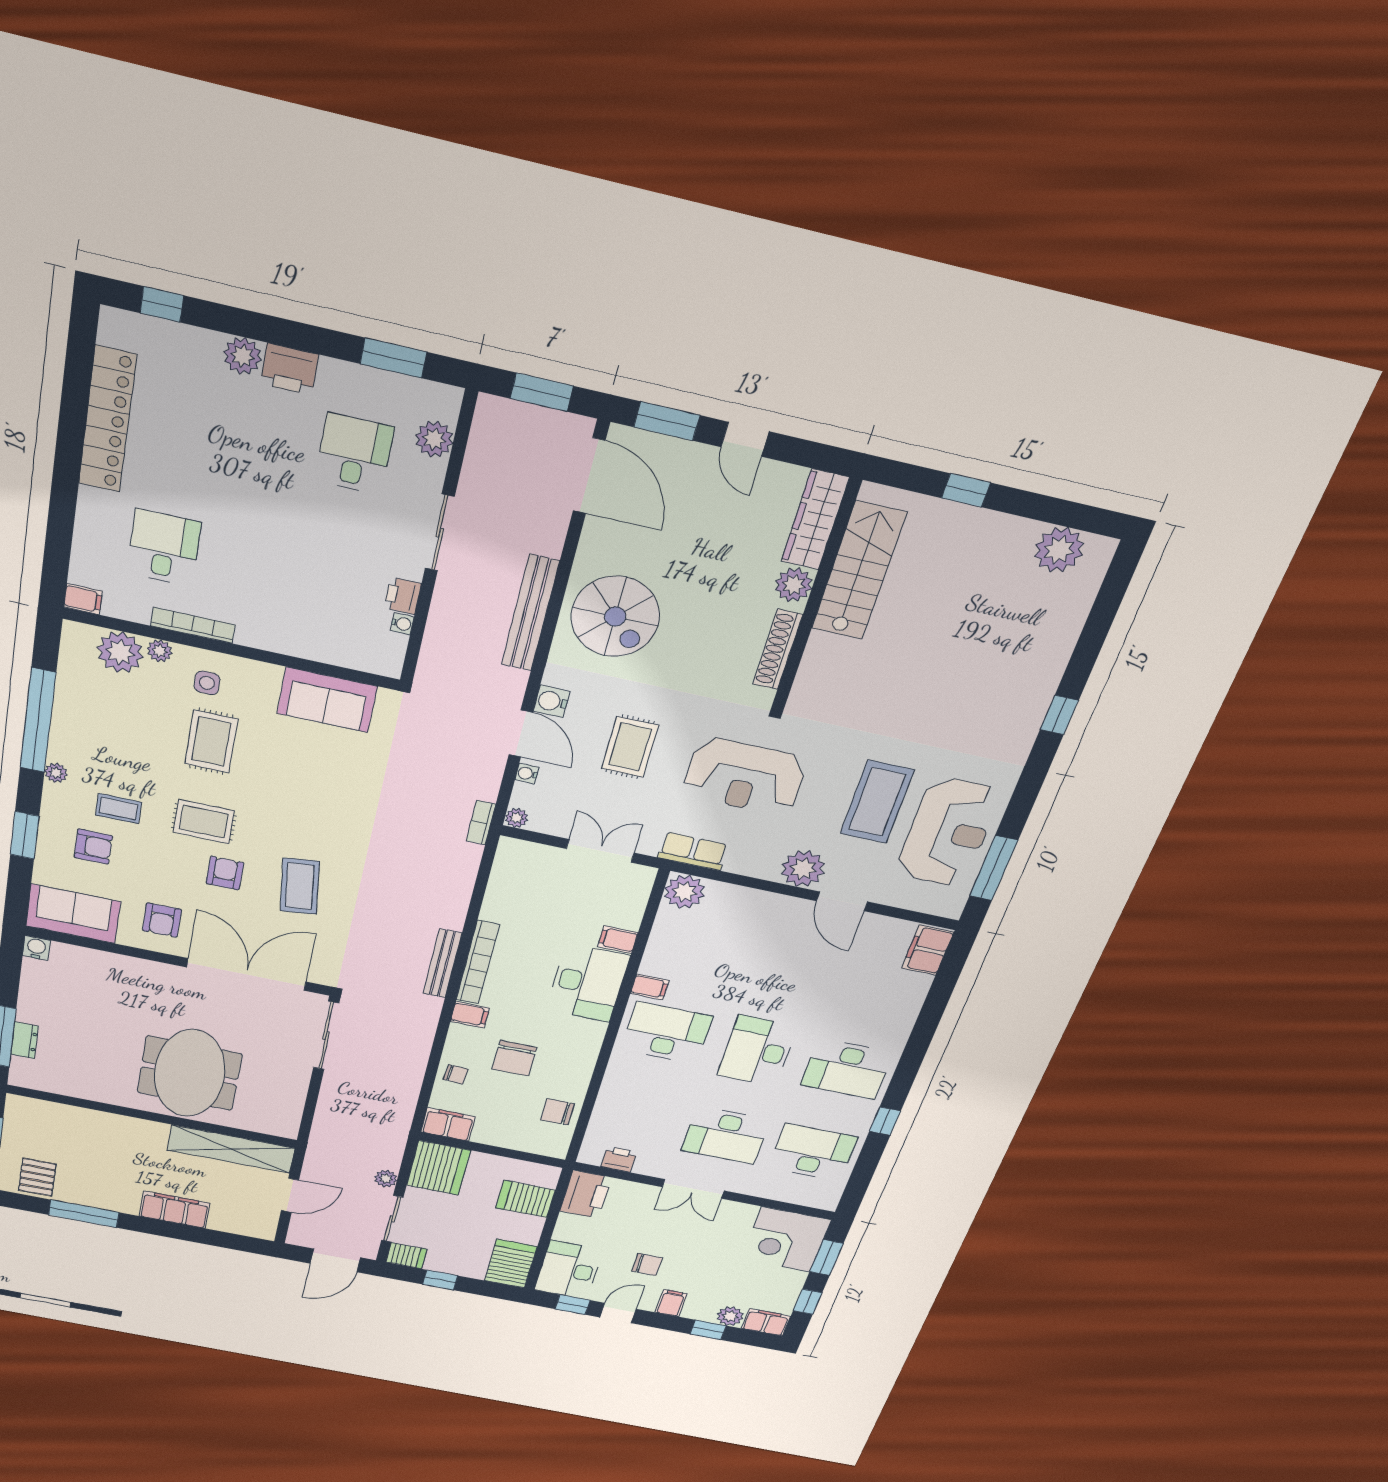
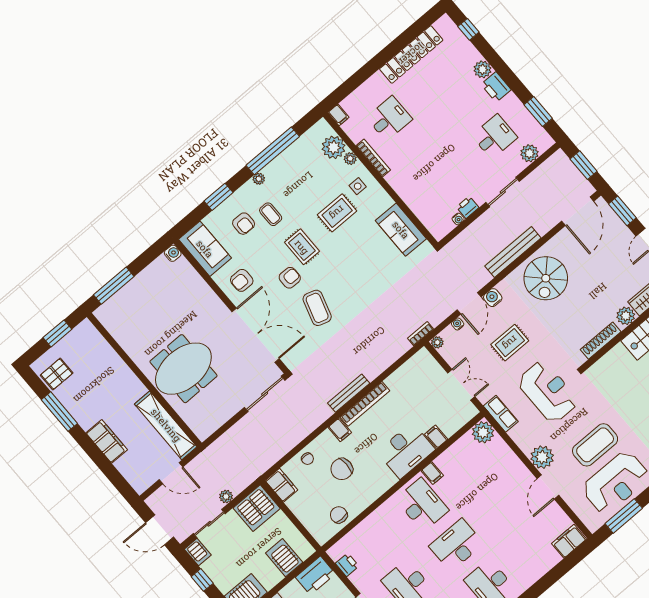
reception desk: (745, 776) -> (548, 392), turned 180
coffee table: (300, 886) -> (317, 308), turned -66
dresser: (25, 1040) -> (122, 296), removed

